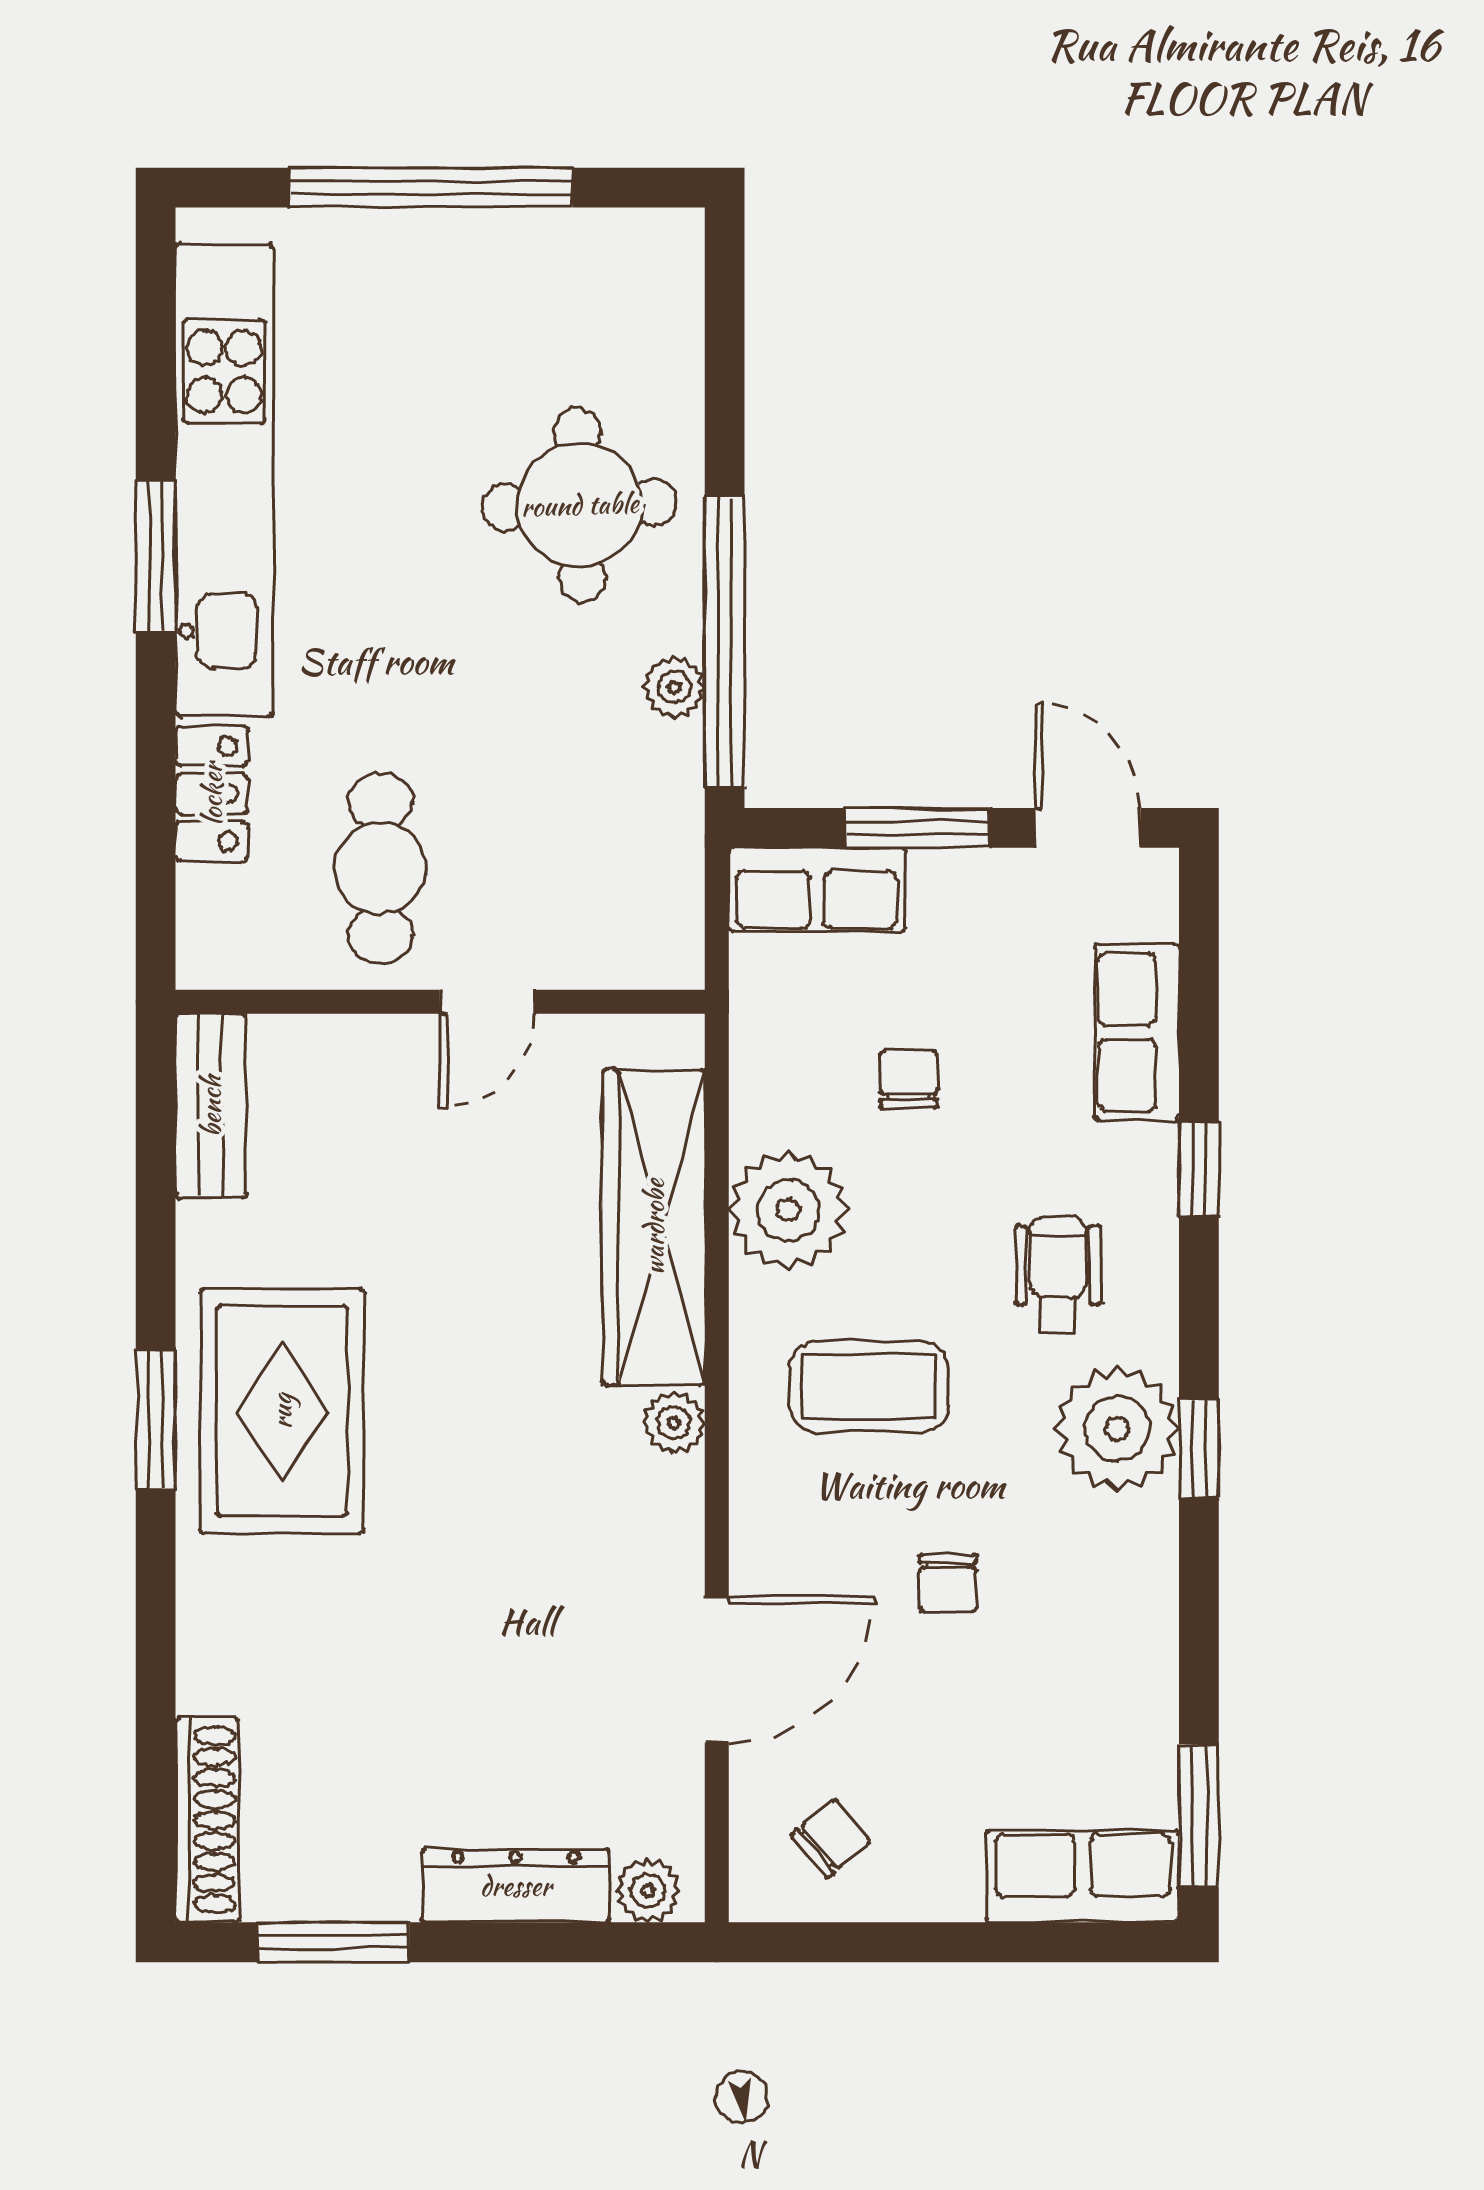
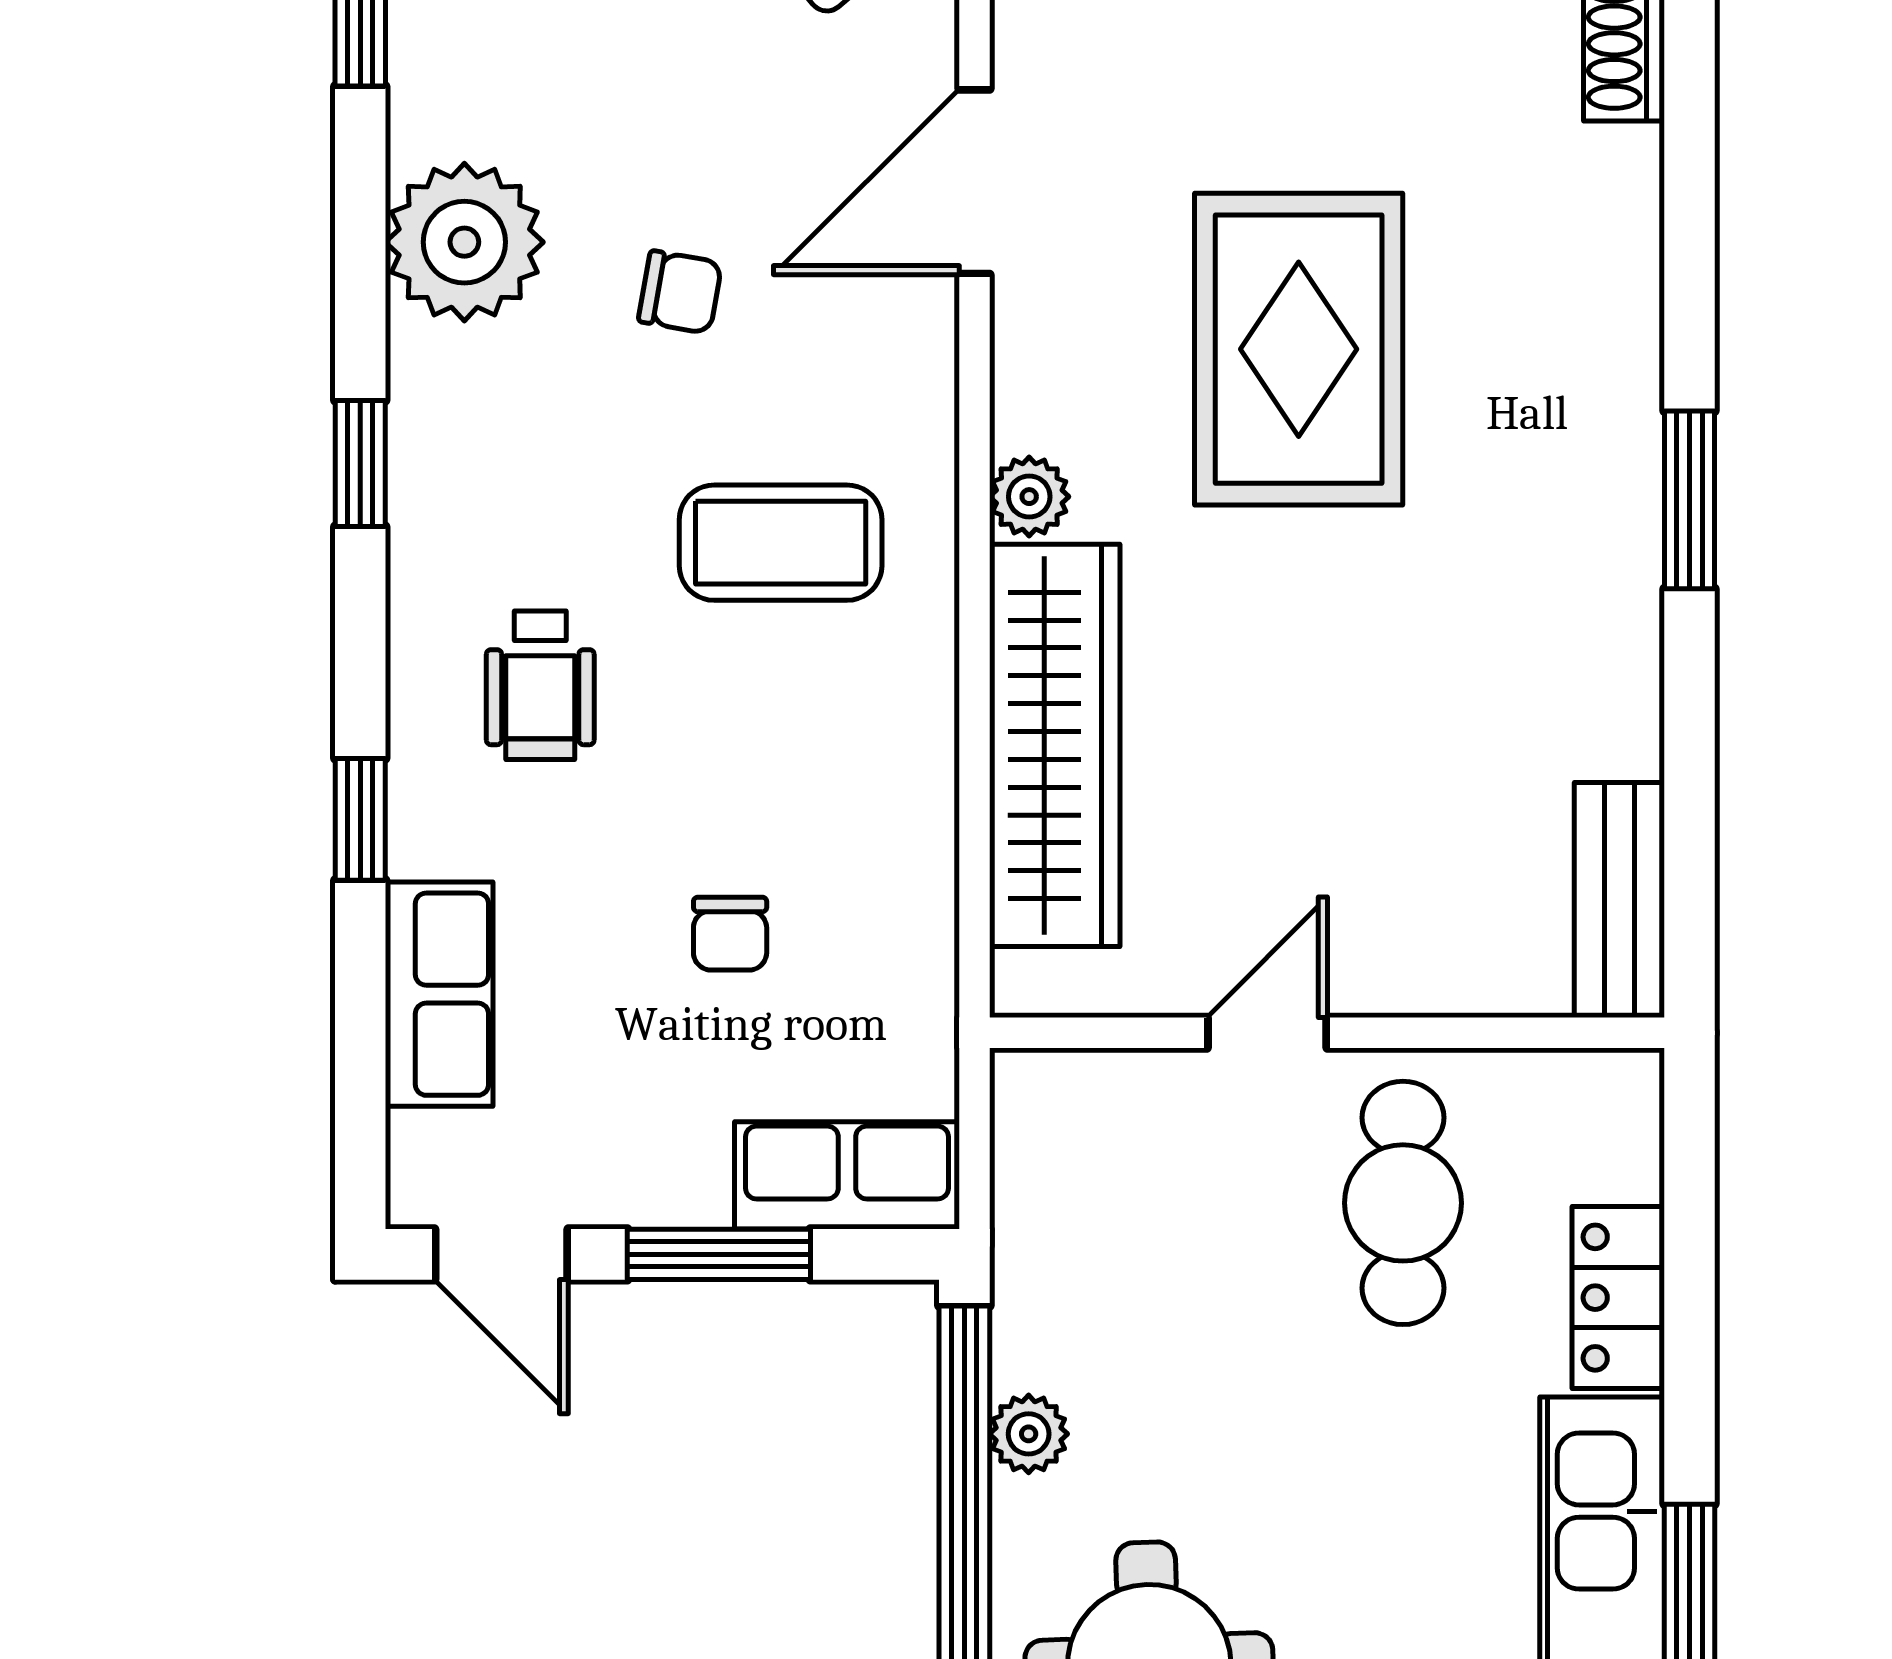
plant: (788, 1210) -> (884, 767), removed
rug: (282, 1411) -> (1299, 349), moved
plant: (1117, 1429) -> (464, 242), moved
chair: (948, 1583) -> (680, 292), turned 100

